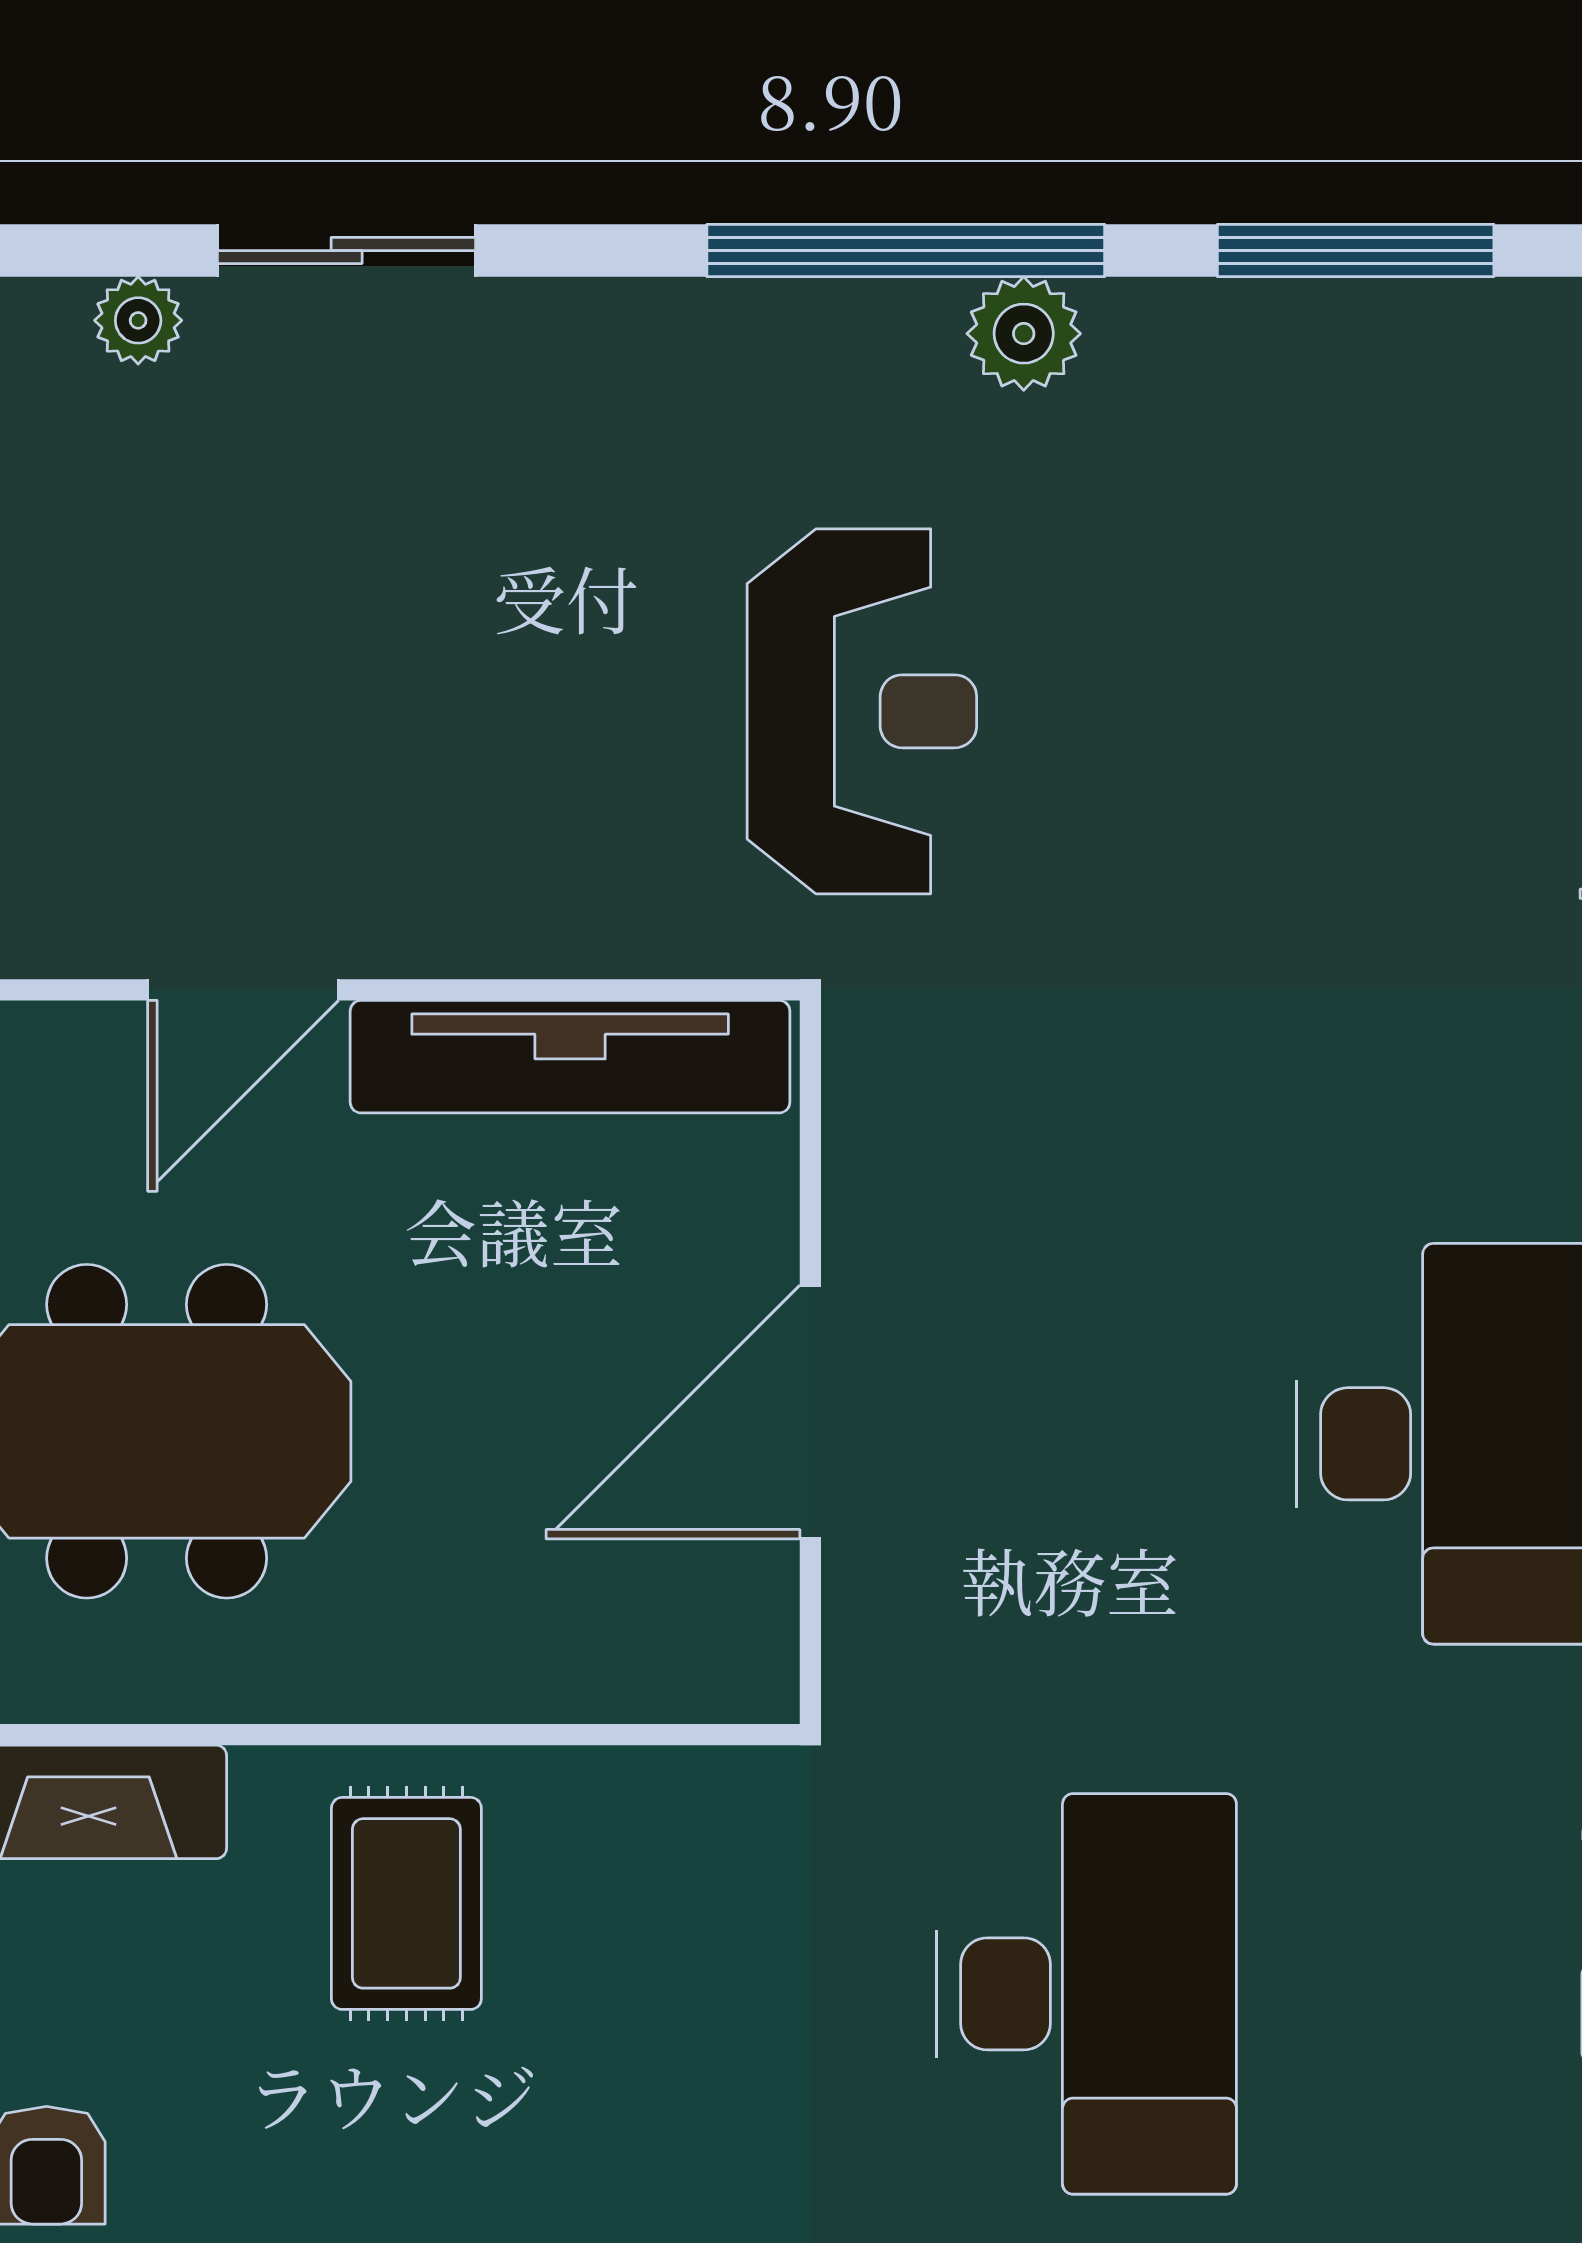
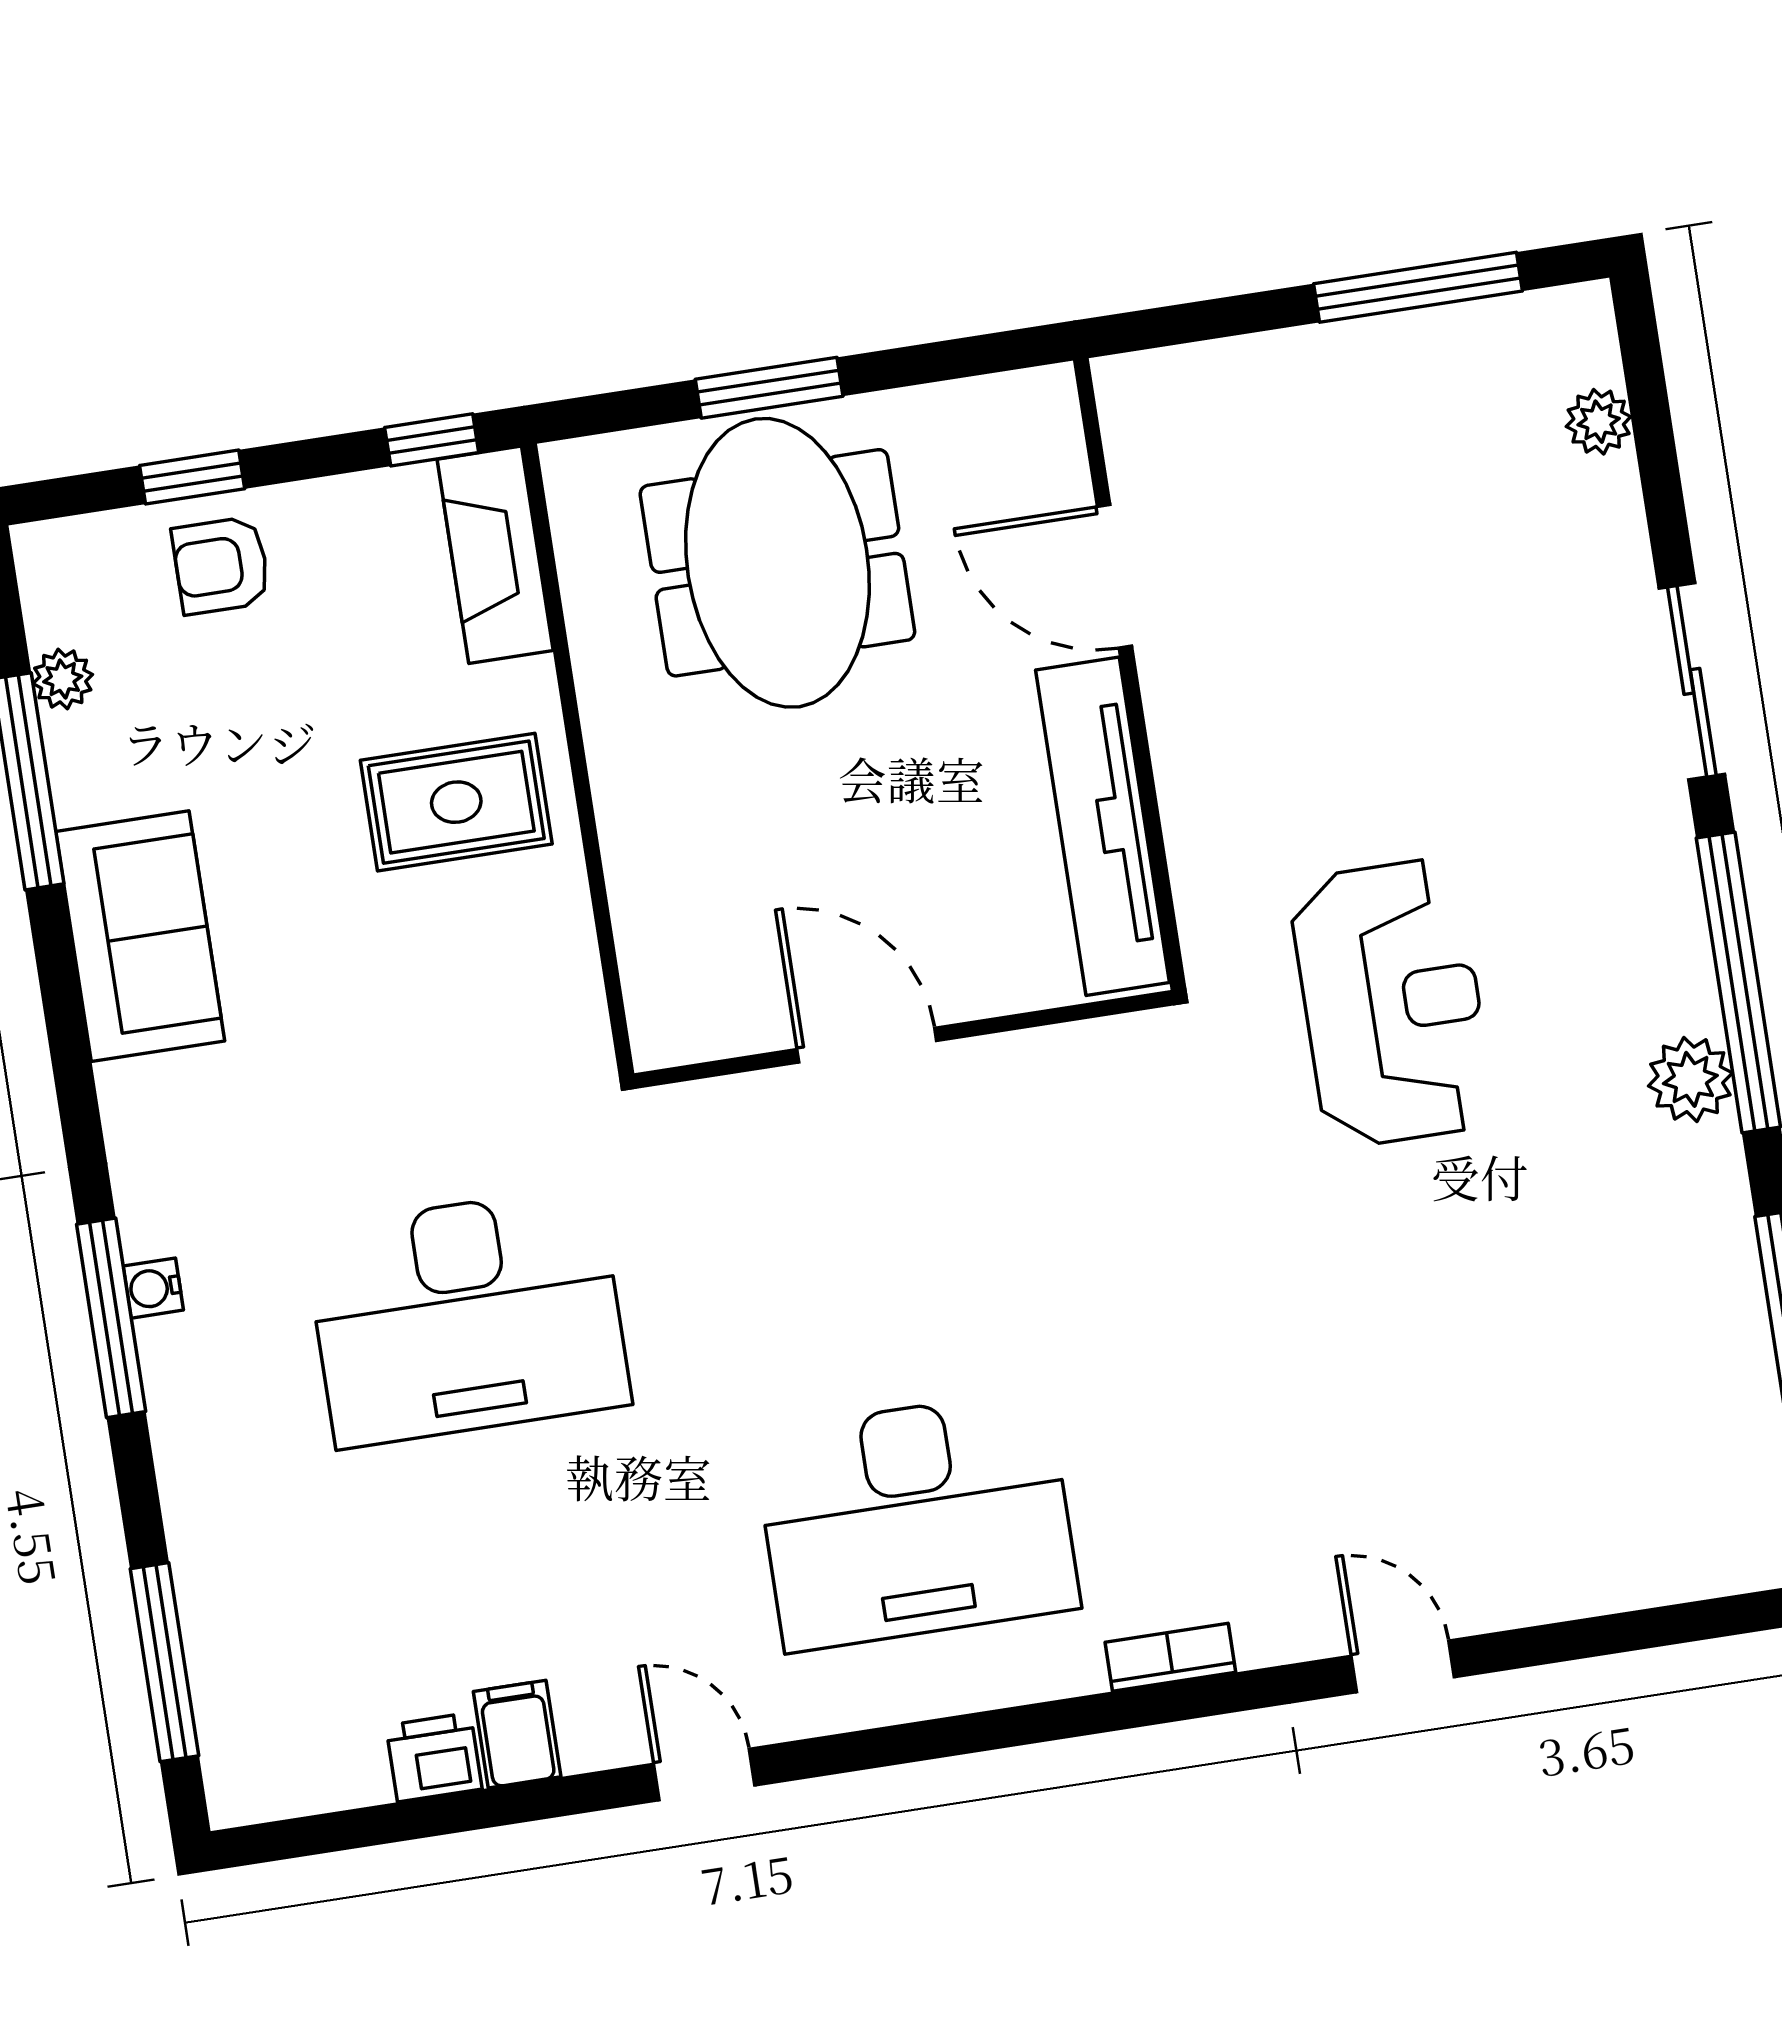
sliding door: (347, 251) -> (1692, 681), moved
reception desk: (862, 711) -> (1392, 1003), turned -90
door: (810, 1412) -> (867, 1045), width x0.73

